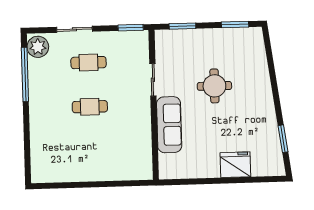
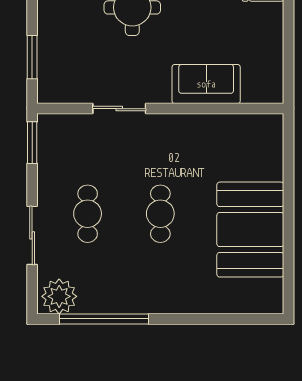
sofa: (169, 125) -> (206, 84), width x0.73
booth: (82, 162) -> (250, 230), added

